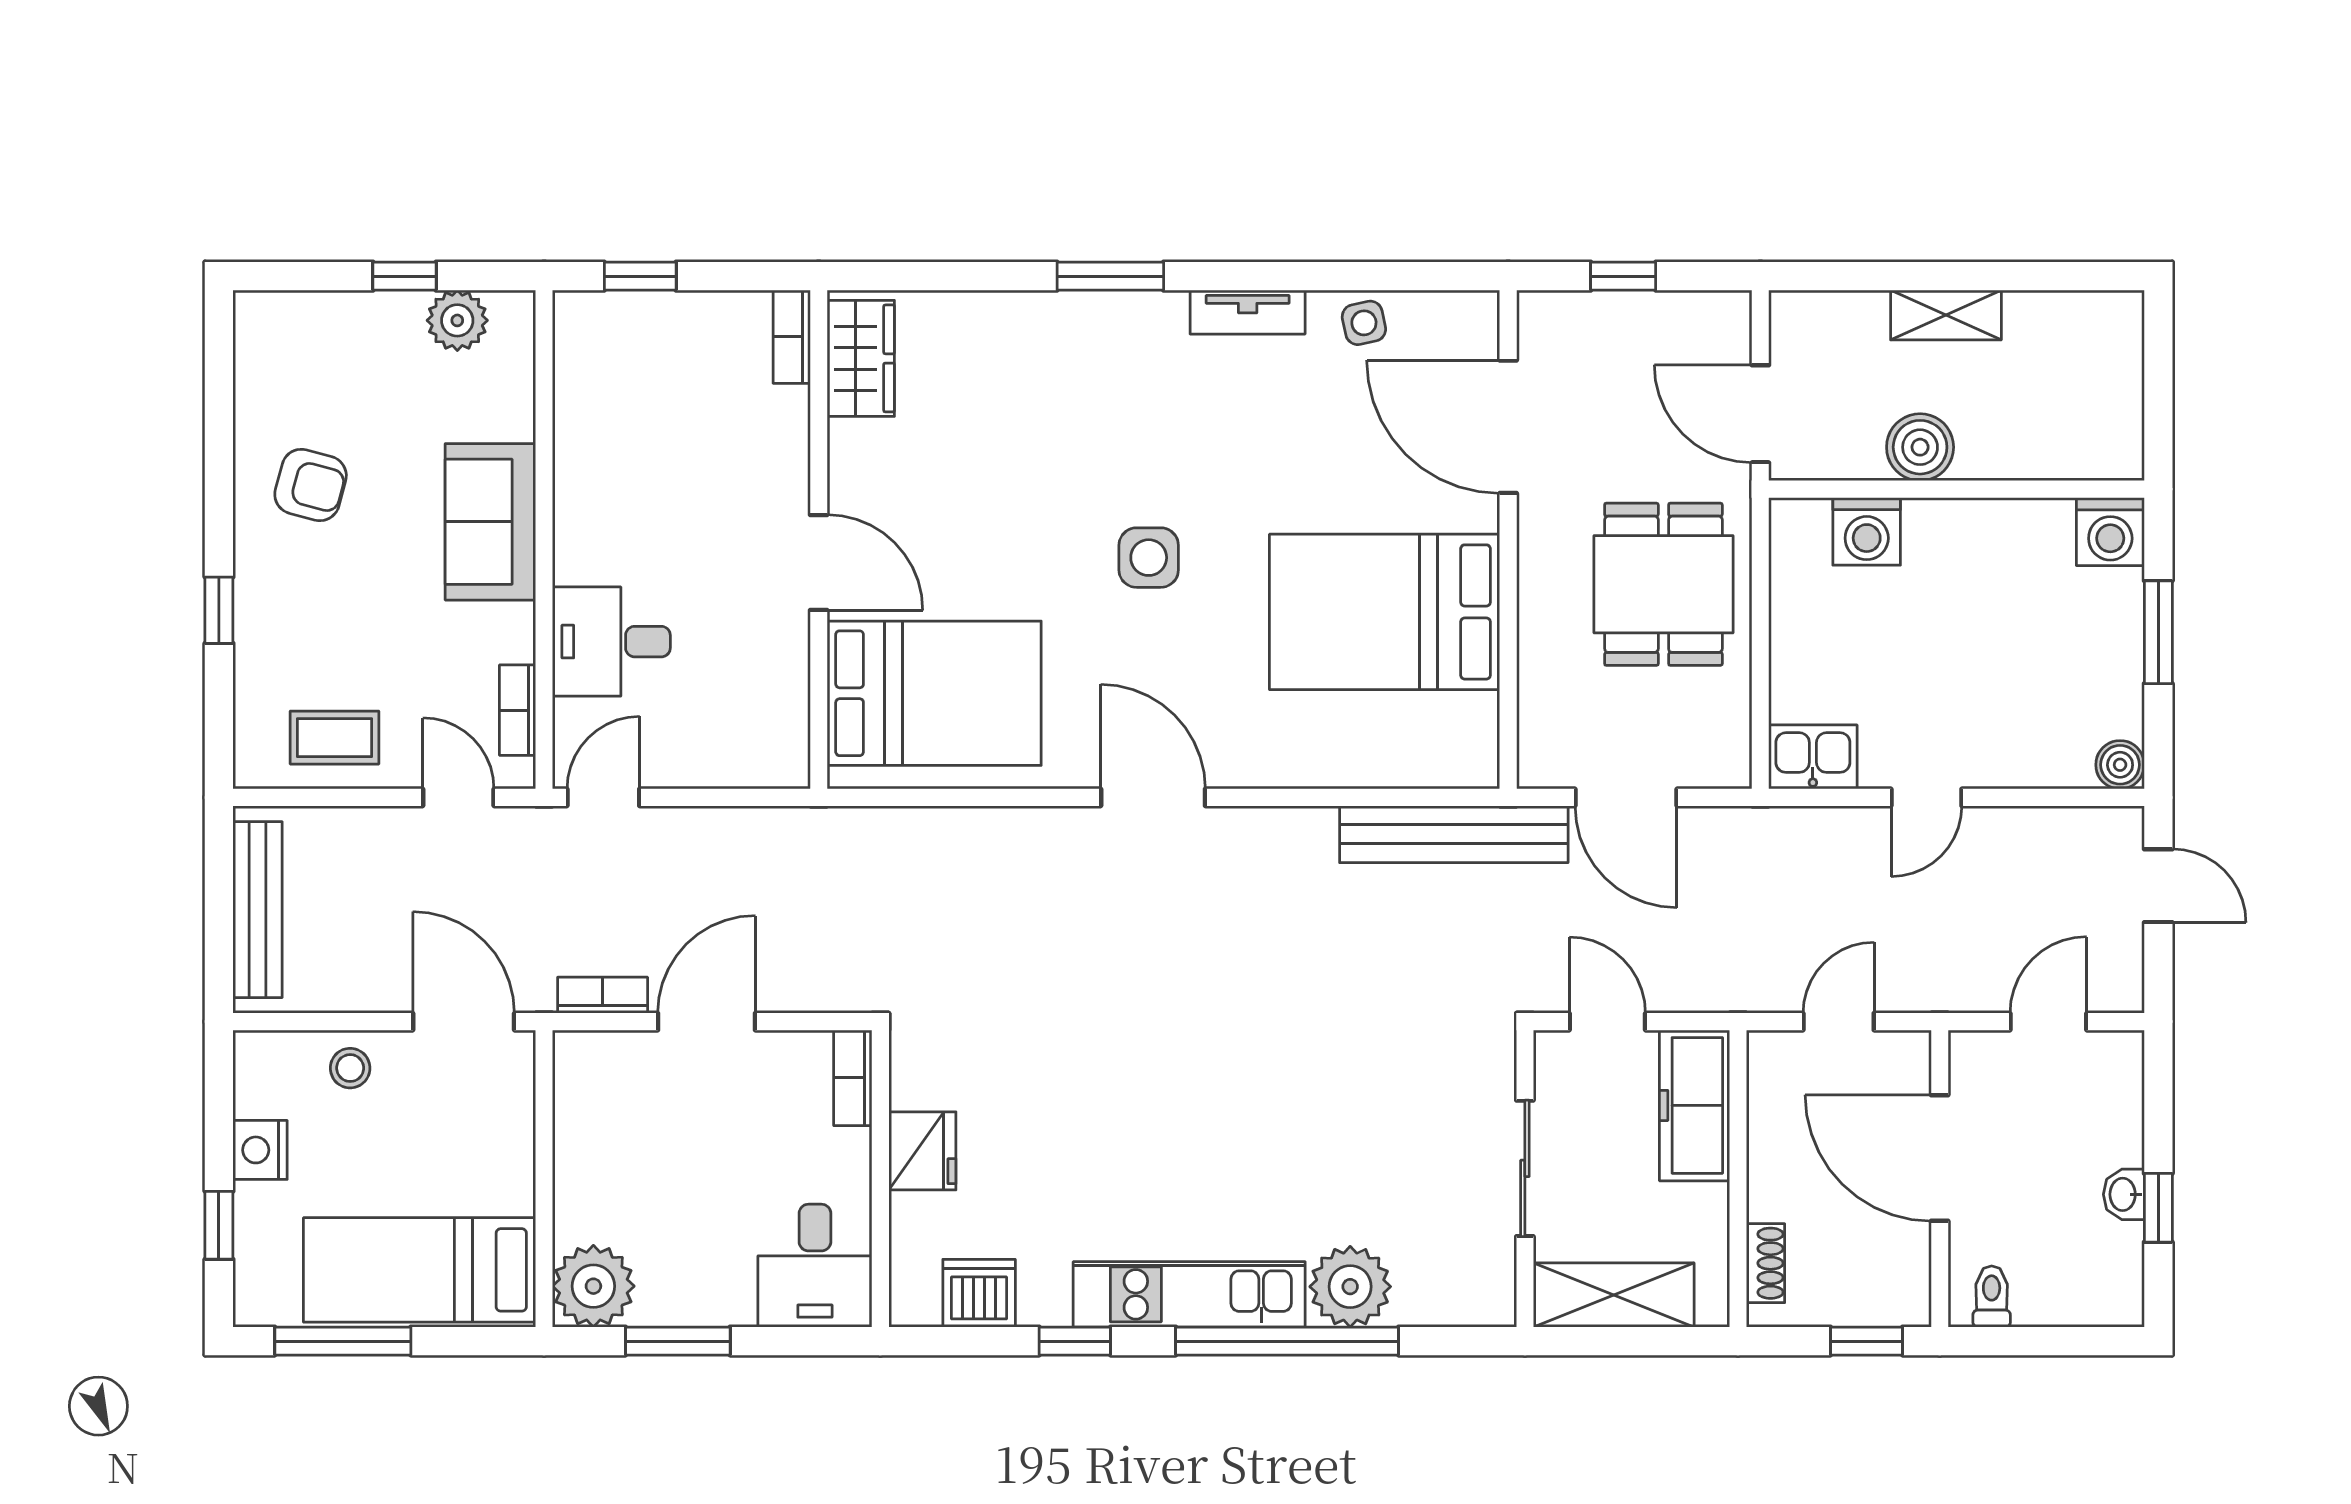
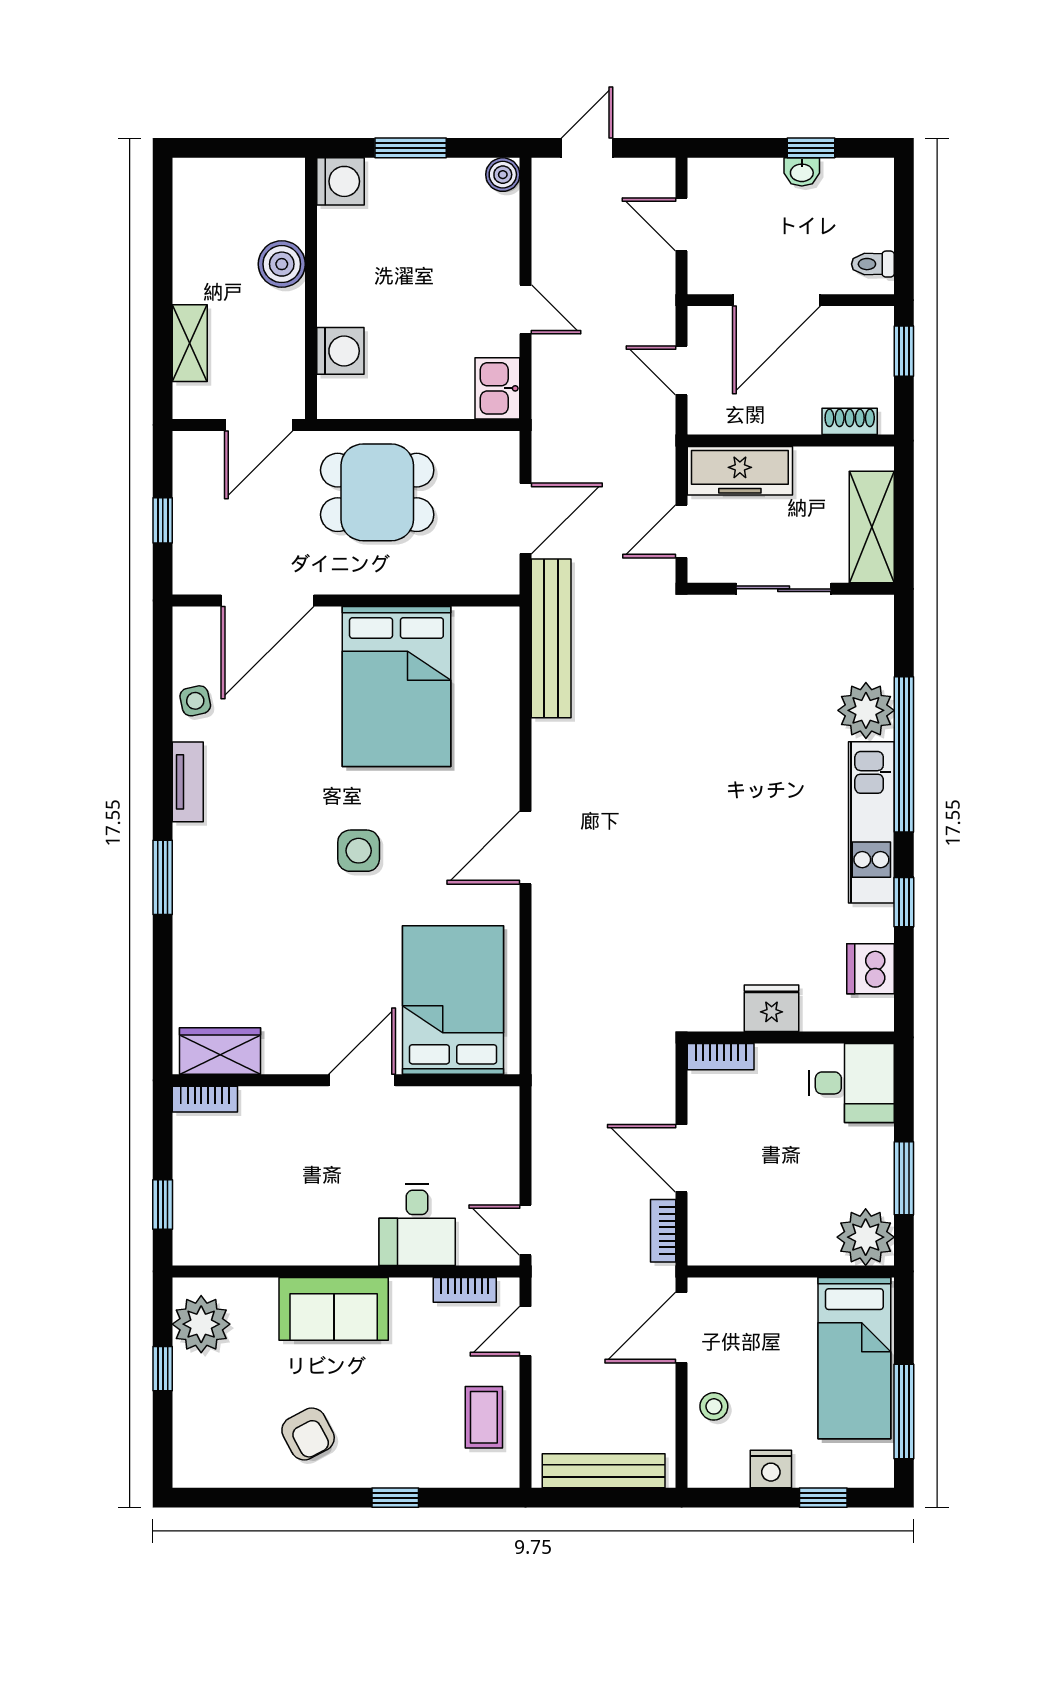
shelving: (1946, 315) -> (190, 343), moved
plant: (457, 320) -> (201, 1324), width x1.36, depth x1.36
boiler: (1920, 447) -> (282, 264), moved
armchair: (311, 485) -> (308, 1434), turned 137

